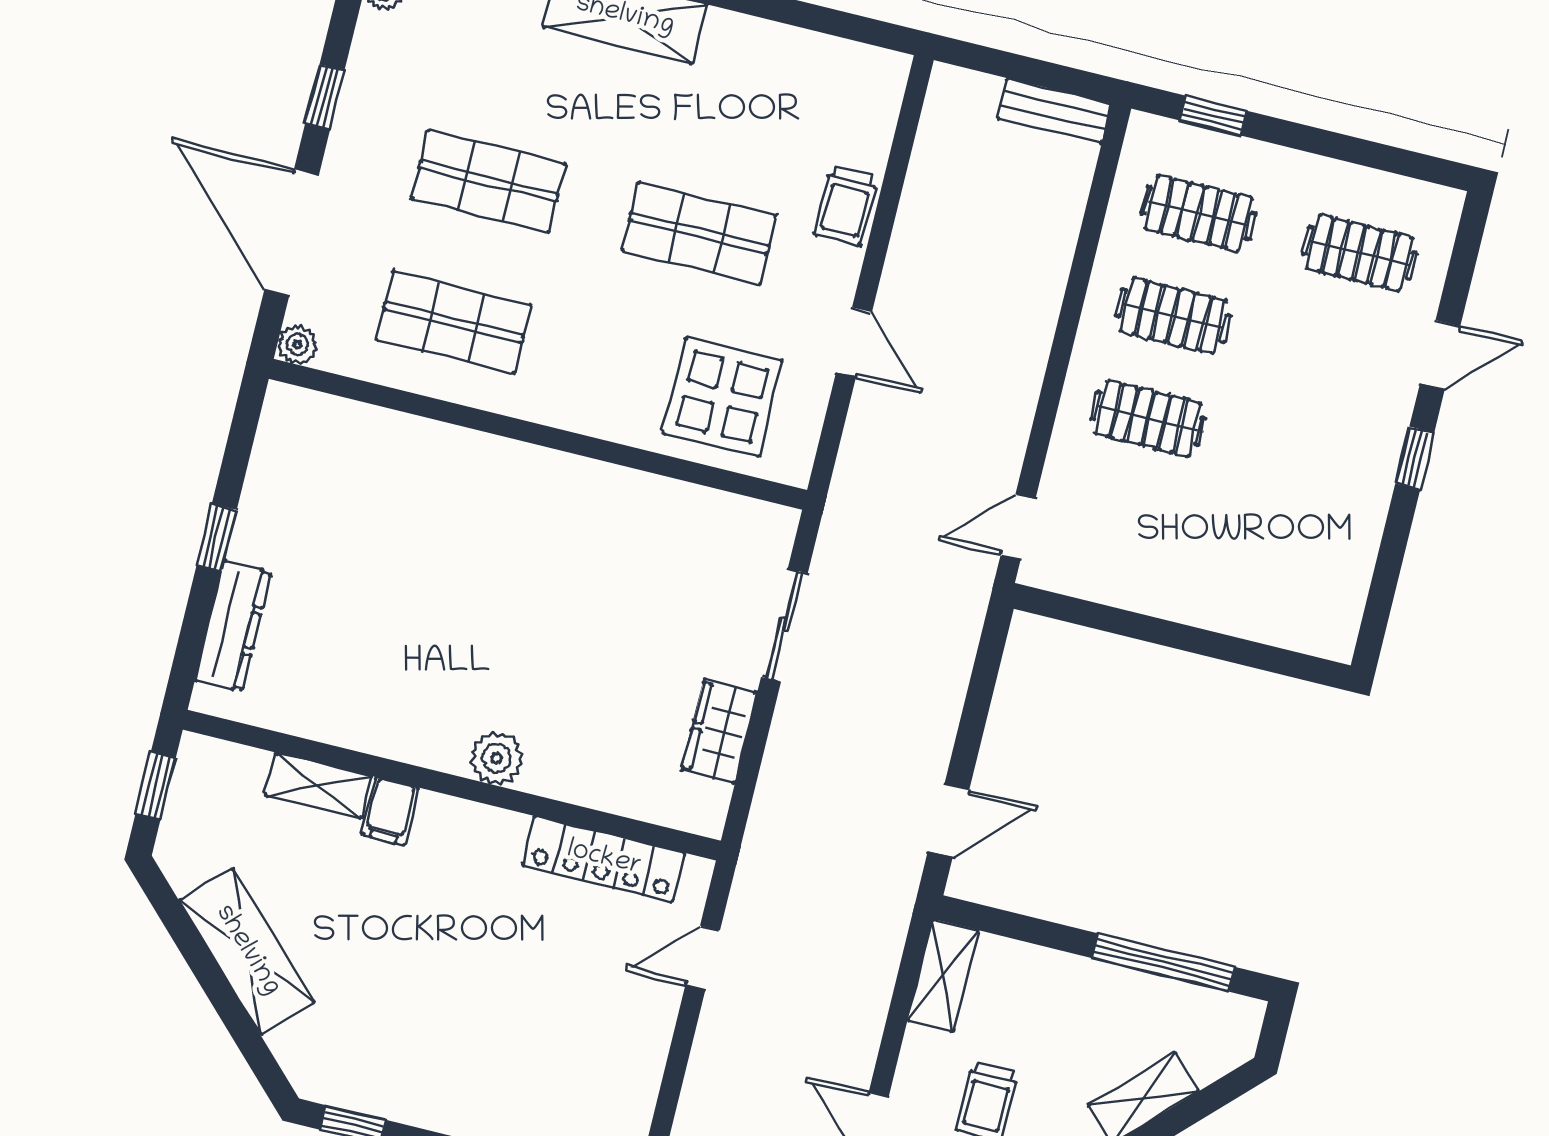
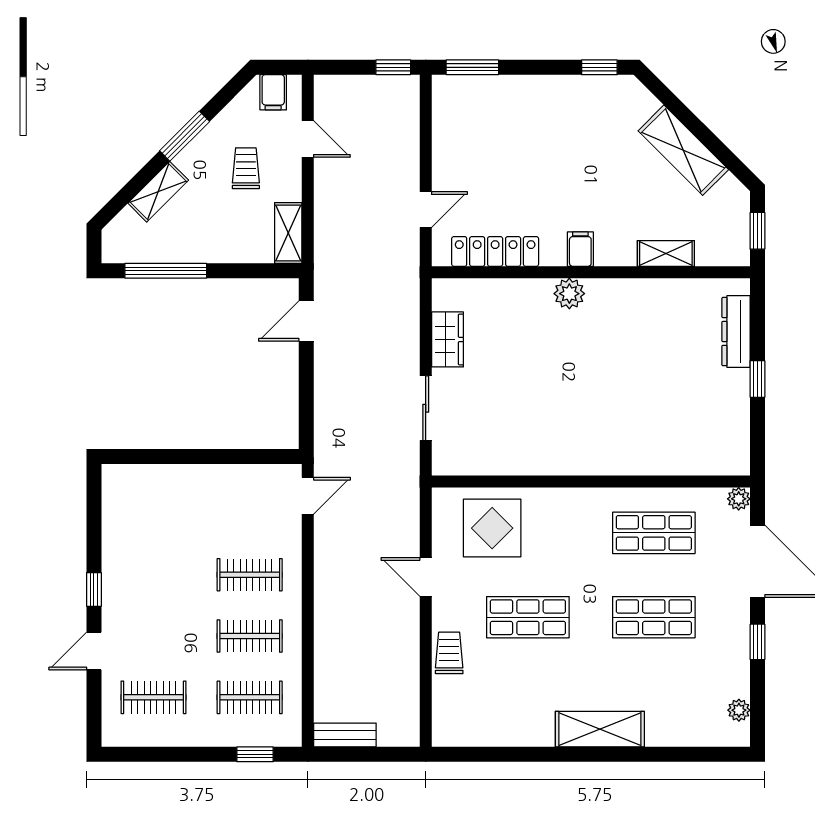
filing cabinet: (390, 811) -> (580, 249), moved

